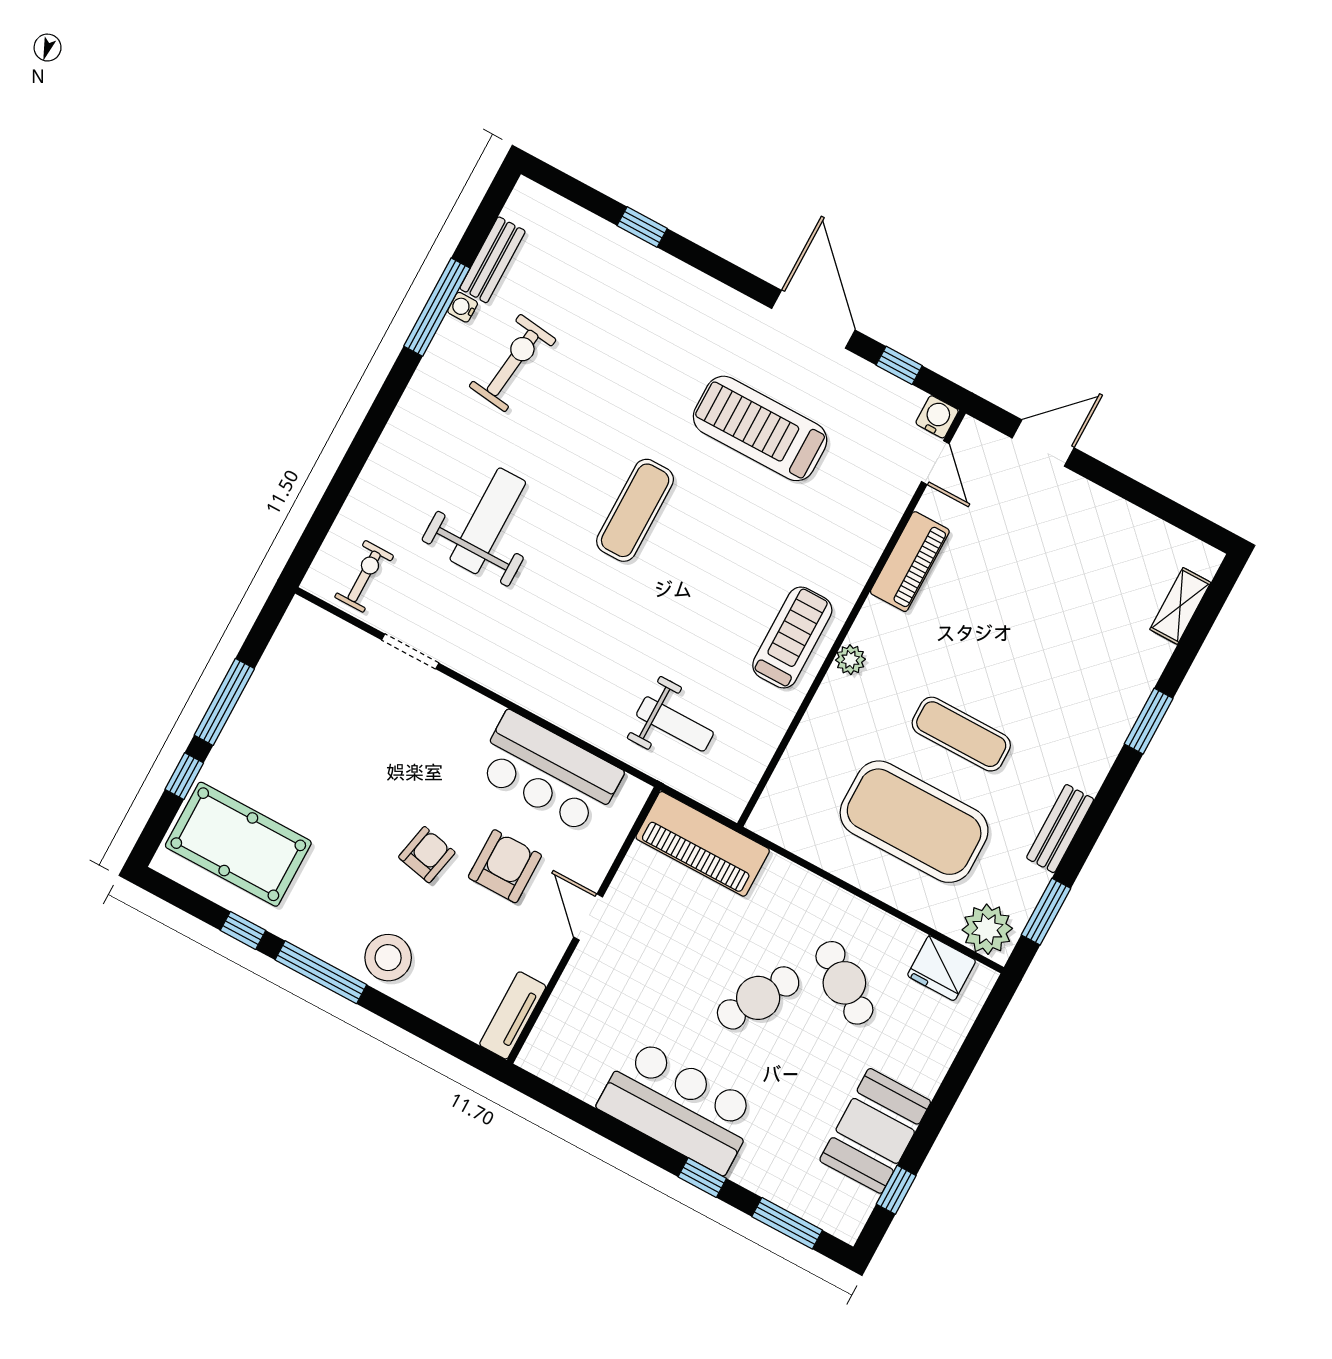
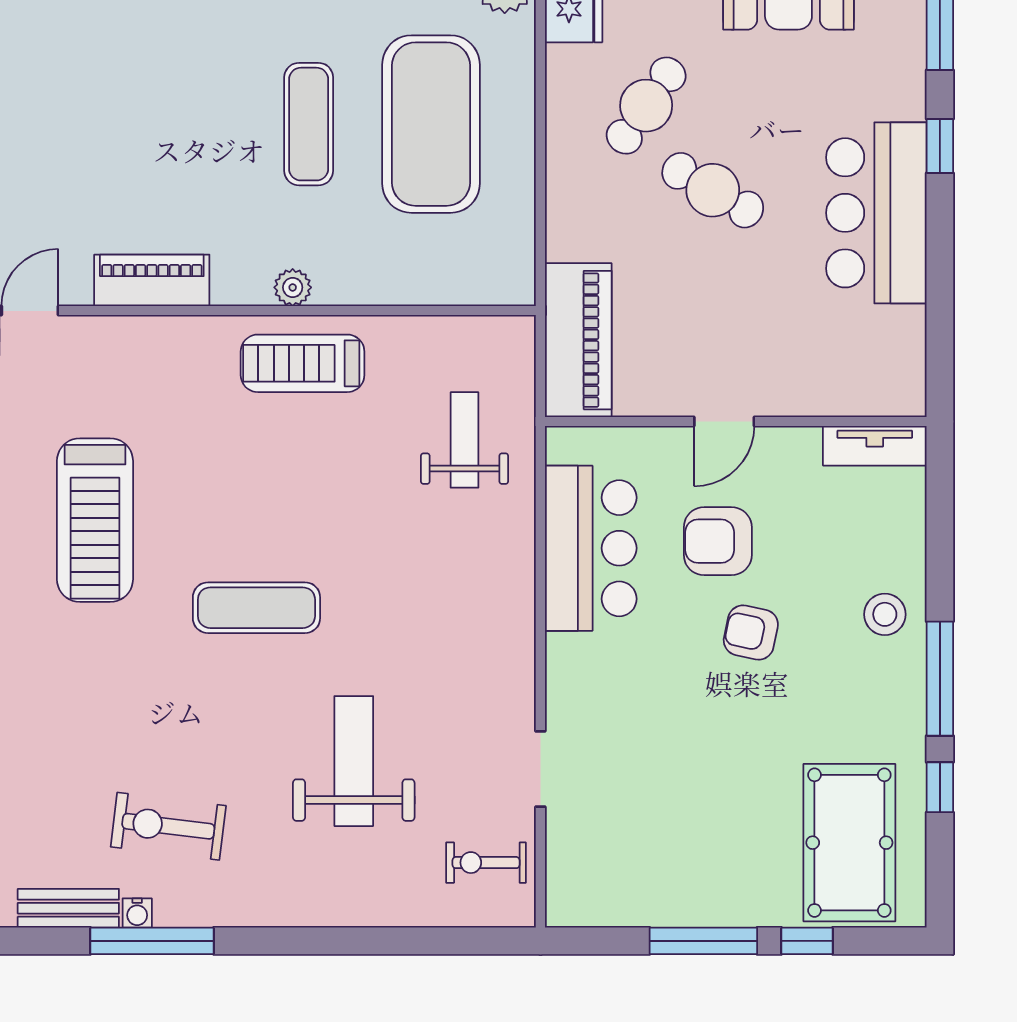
weight bench: (488, 521) -> (354, 761), turned 90
stool: (388, 958) -> (885, 614), width x0.73, depth x0.73

